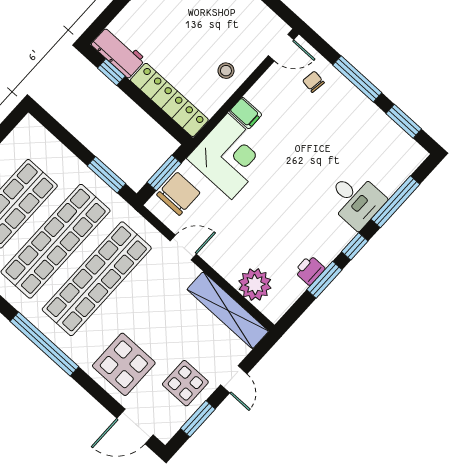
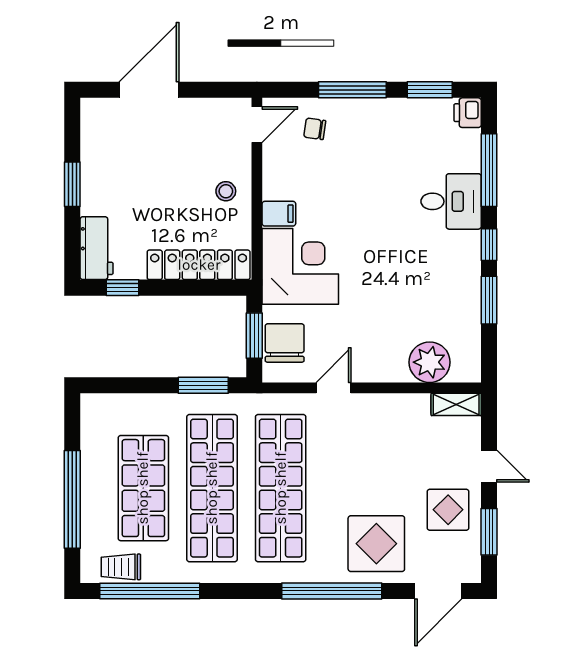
workbench: (118, 52) -> (97, 248), moved, turned 90
printer: (310, 270) -> (468, 113), moved
shelving: (228, 310) -> (456, 404), width x0.45, depth x0.75
window: (44, 344) -> (332, 591), moved

